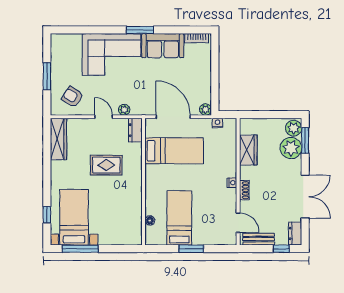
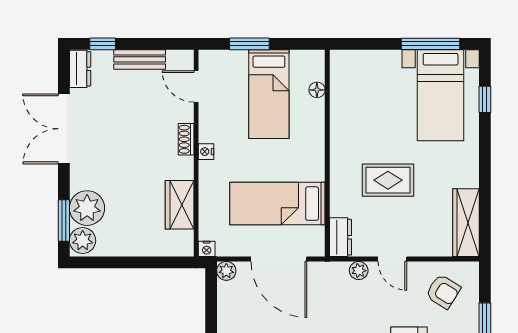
wardrobe: (248, 150) -> (180, 205), moved
wall: (238, 182) -> (196, 153), moved
nightstand: (232, 183) -> (206, 152), moved
shoe rack: (244, 190) -> (186, 139), moved
door: (238, 223) -> (196, 86), moved

